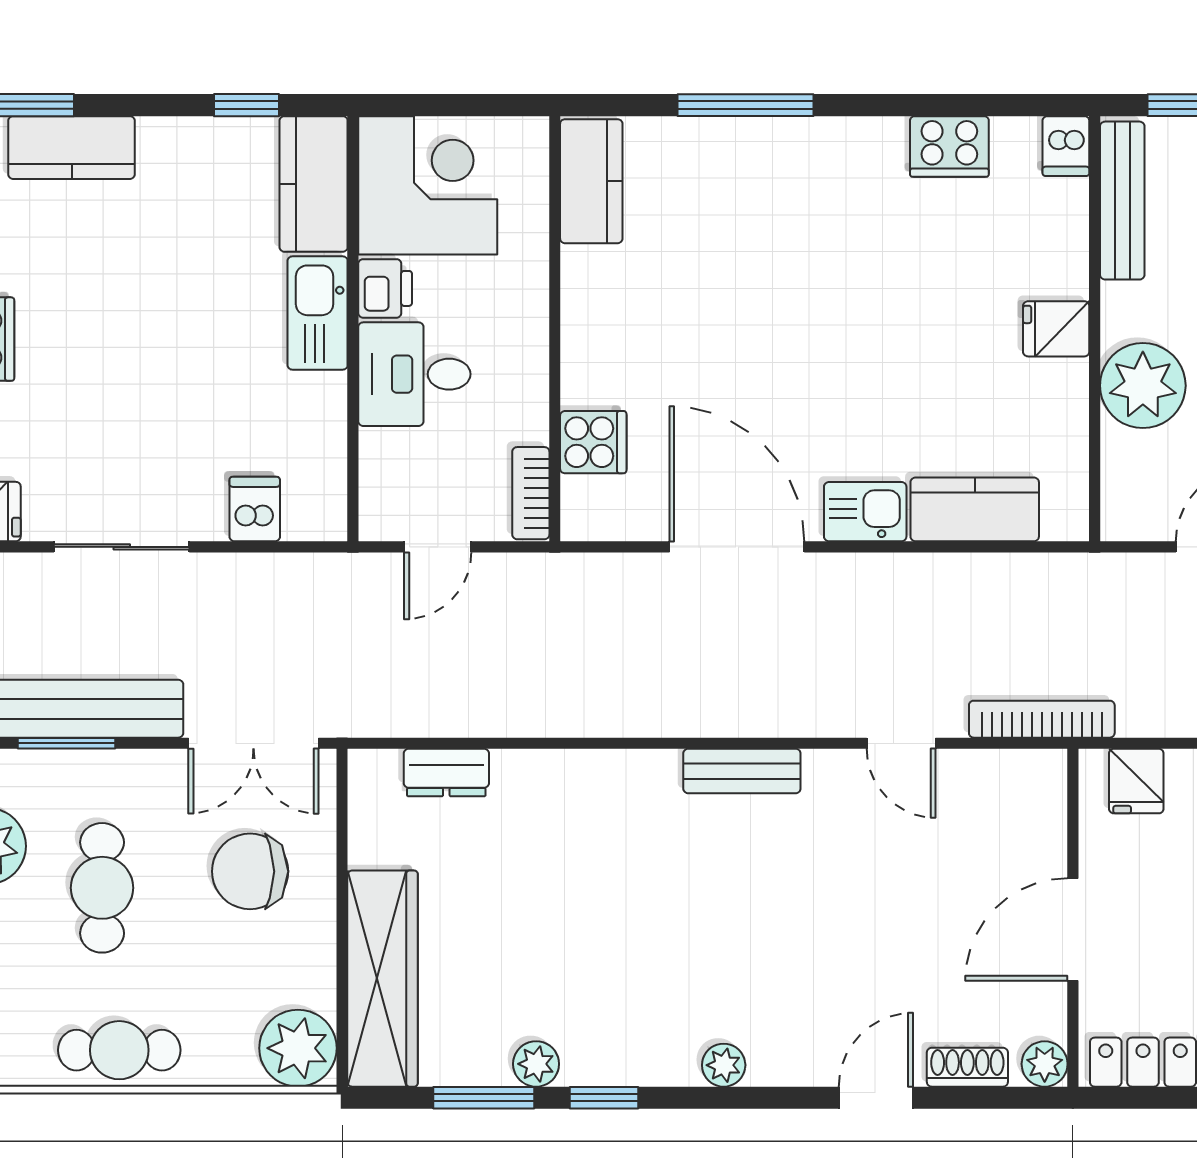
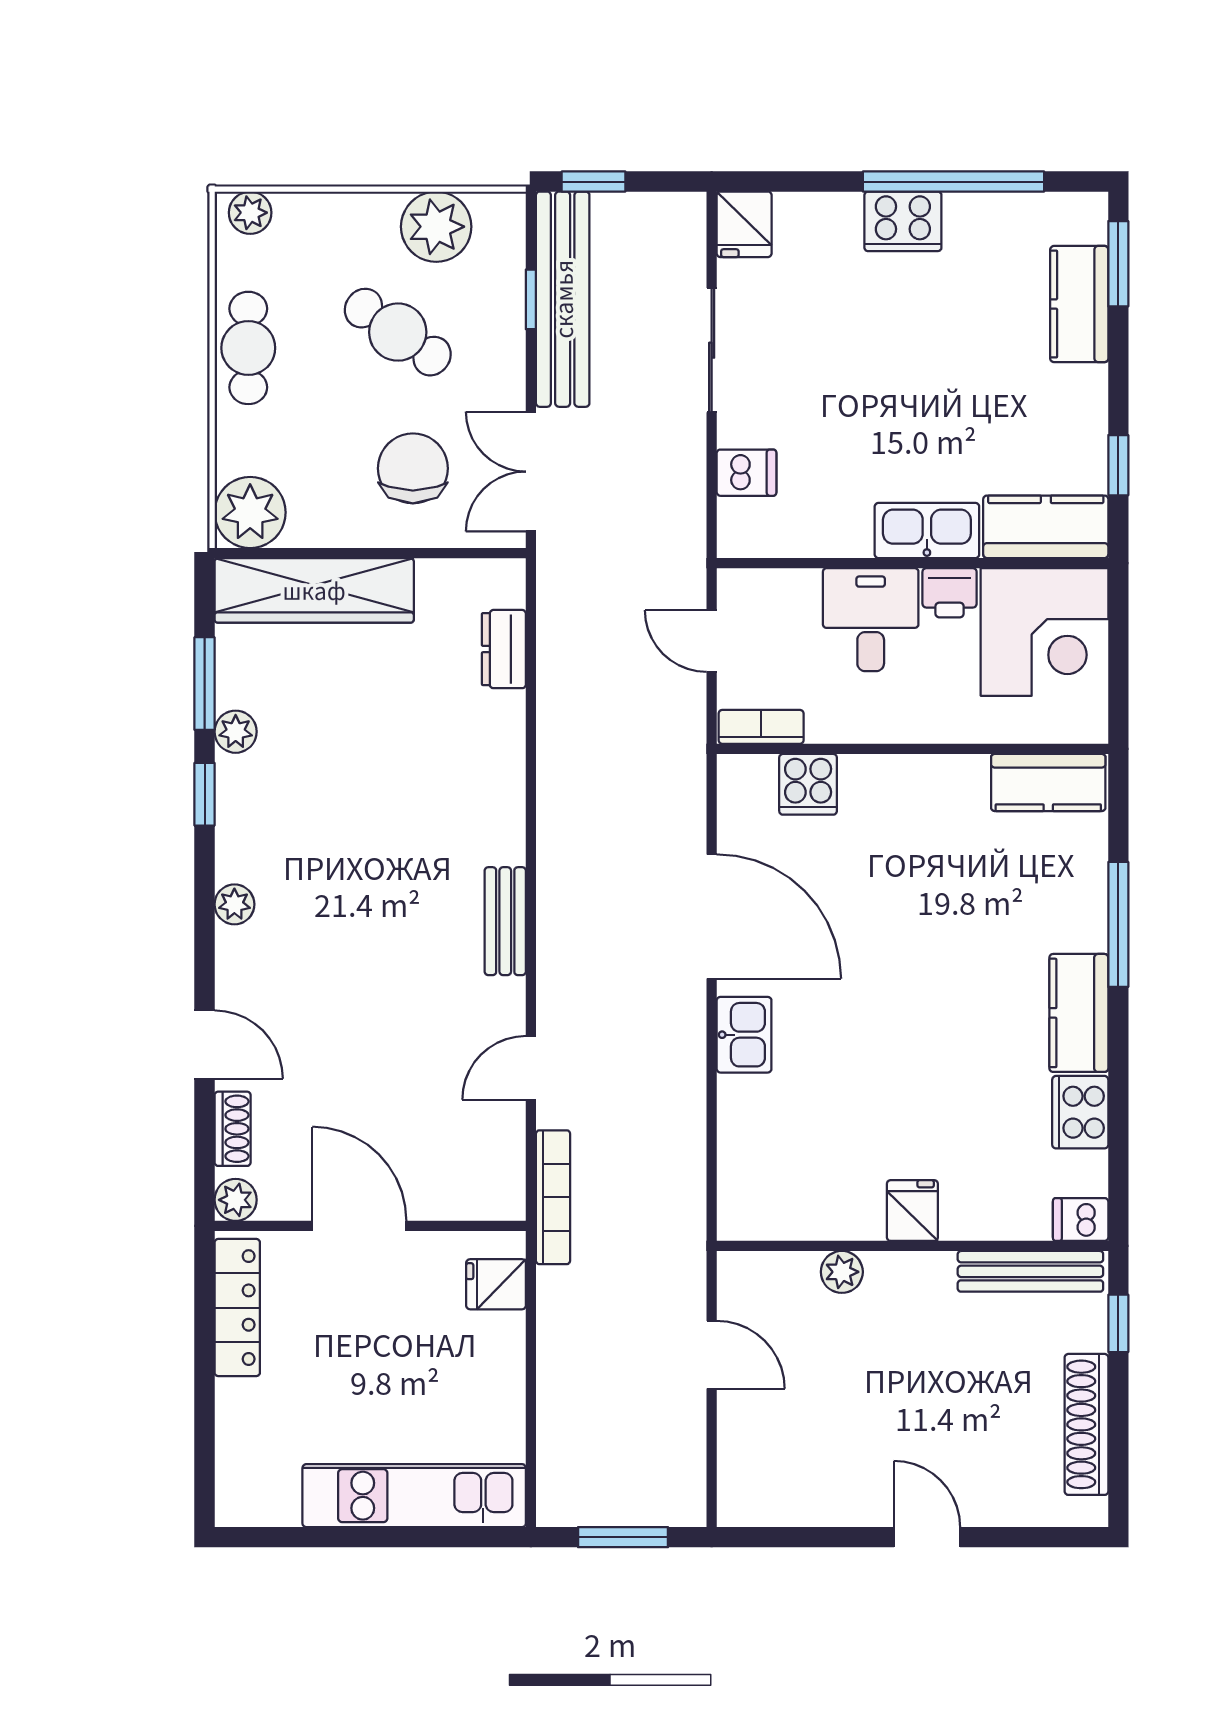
plant: (1143, 386) -> (842, 1272), width x0.53, depth x0.53
kitchen counter: (975, 509) -> (1079, 1013), moved, turned 180
door: (737, 547) -> (712, 917), hinge flipped
window: (67, 743) -> (531, 299), width x0.67
cafe table: (102, 888) -> (398, 332), turned 35

